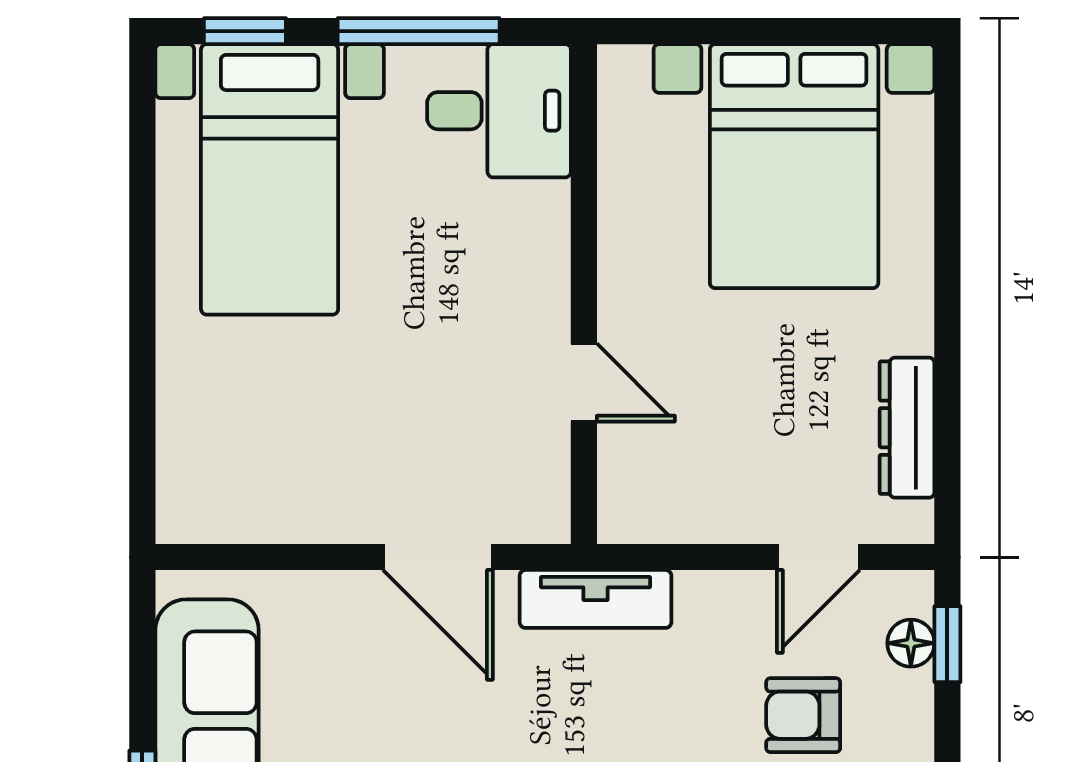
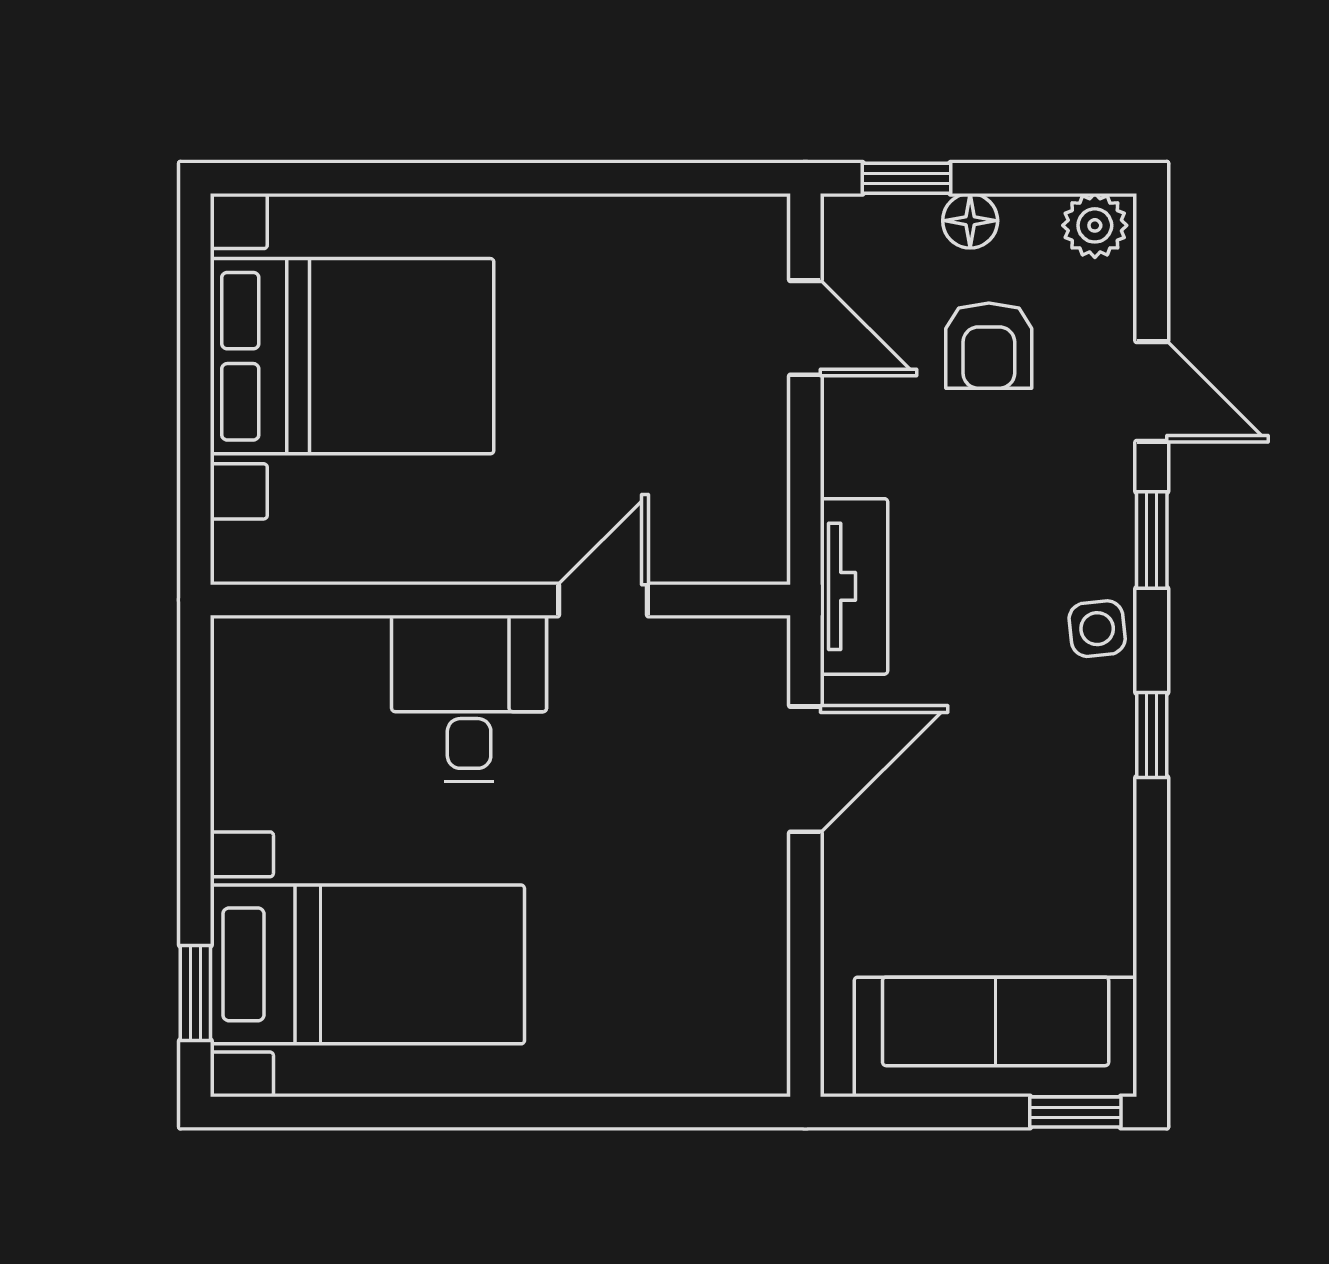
window: (419, 31) -> (195, 792), removed
desk: (499, 111) -> (469, 698), moved
dresser: (907, 428) -> (655, 225), removed
floor lamp: (911, 643) -> (970, 221), moved

